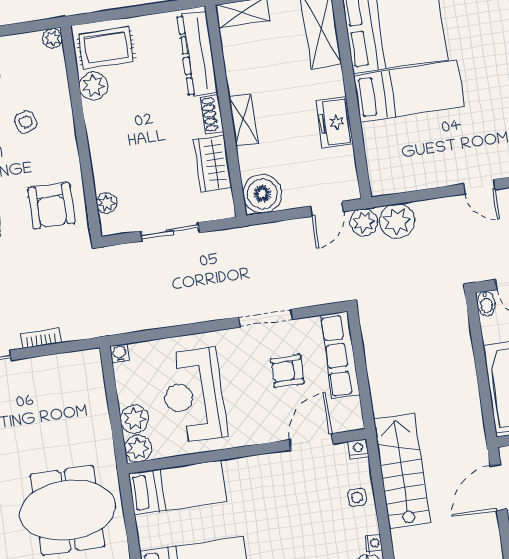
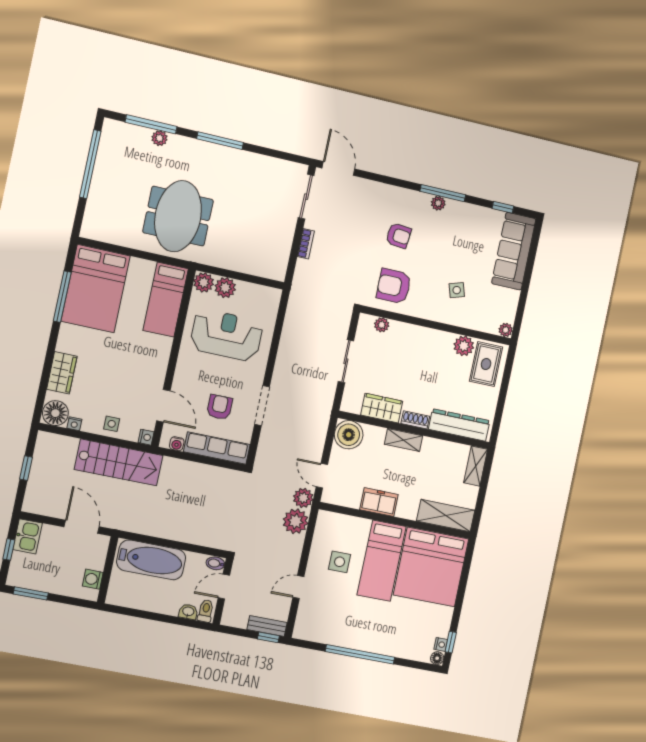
side table: (429, 145) -> (340, 562), added
water cooler: (120, 353) -> (177, 444), moved, turned 90

